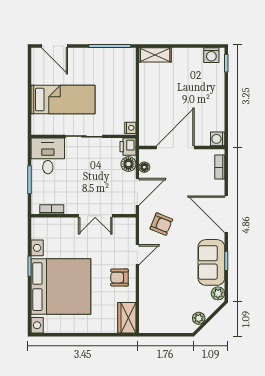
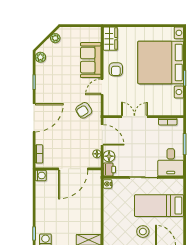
stool: (84, 66) -> (143, 232), added
door: (137, 192) -> (102, 135), swing flipped
door: (226, 214) -> (34, 118), hinge flipped
armchair: (161, 224) -> (84, 110), turned -54
sofa: (211, 262) -> (91, 60), moved, turned 180
armchair: (120, 278) -> (116, 69), turned 90

